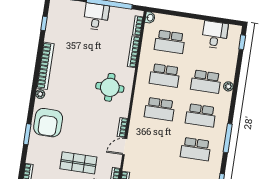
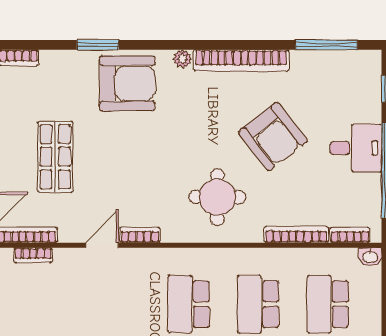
window: (44, 23) -> (326, 45), width x2.17
armchair: (85, 56) -> (273, 137), added
armchair: (48, 123) -> (127, 83), turned 180
door: (125, 147) -> (102, 245), hinge flipped

